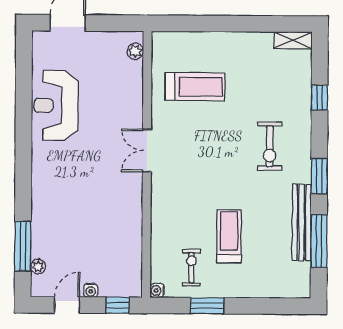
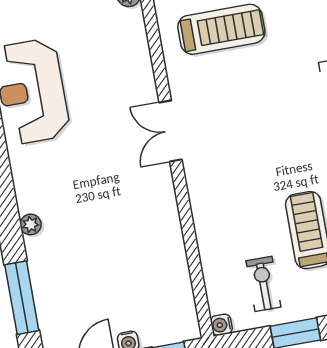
plant: (38, 266) -> (31, 224), moved

